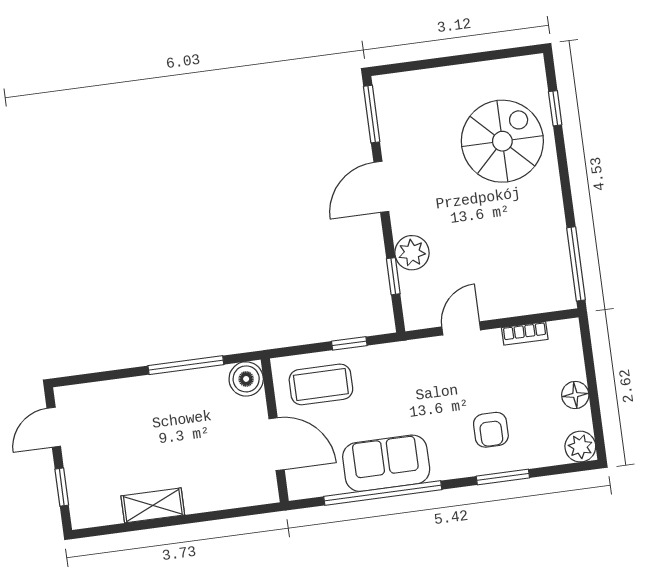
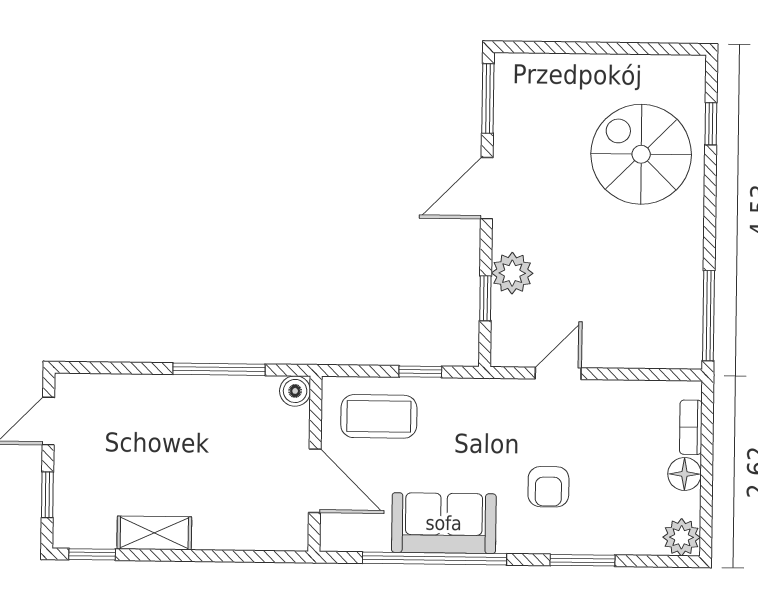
spiral stairs: (502, 141) -> (641, 154), turned -90
bookcase: (525, 333) -> (691, 427), moved, turned 90
boiler: (246, 379) -> (295, 391), width x0.73, depth x0.73
armchair: (491, 430) -> (548, 487), moved
window: (105, 530) -> (92, 554), added

